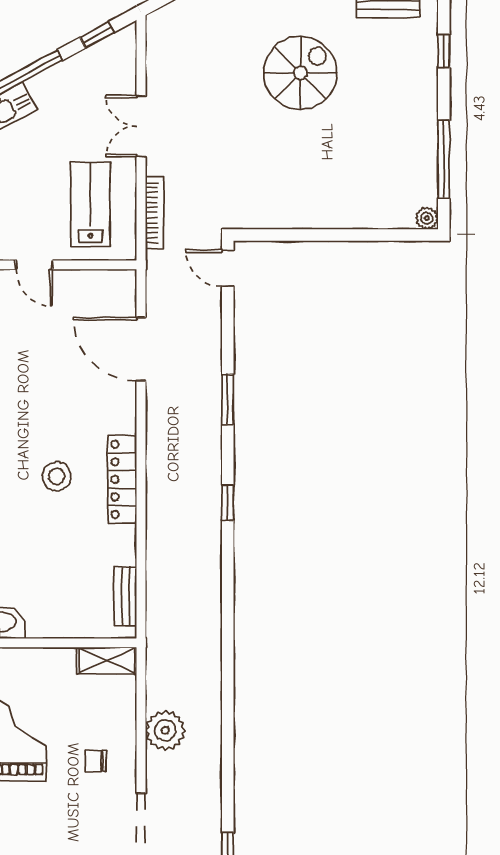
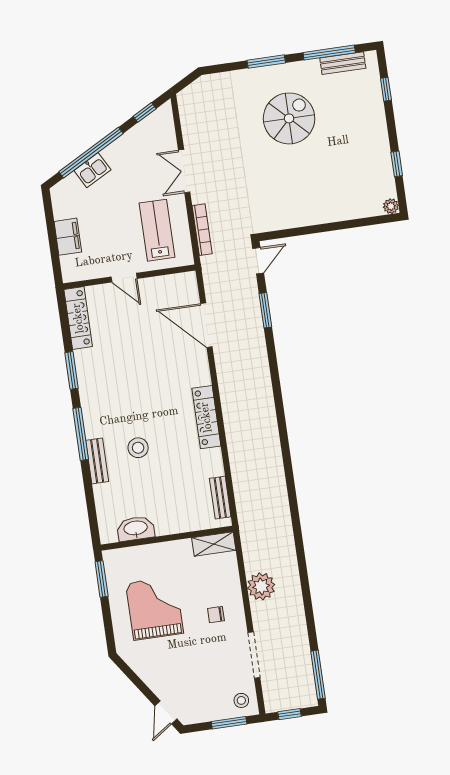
window: (444, 159) -> (397, 164), width x0.46
door: (228, 268) -> (258, 261), swing flipped
window: (228, 399) -> (265, 310), moved
stool: (57, 476) -> (138, 448), moved
window: (228, 503) -> (282, 423), removed

